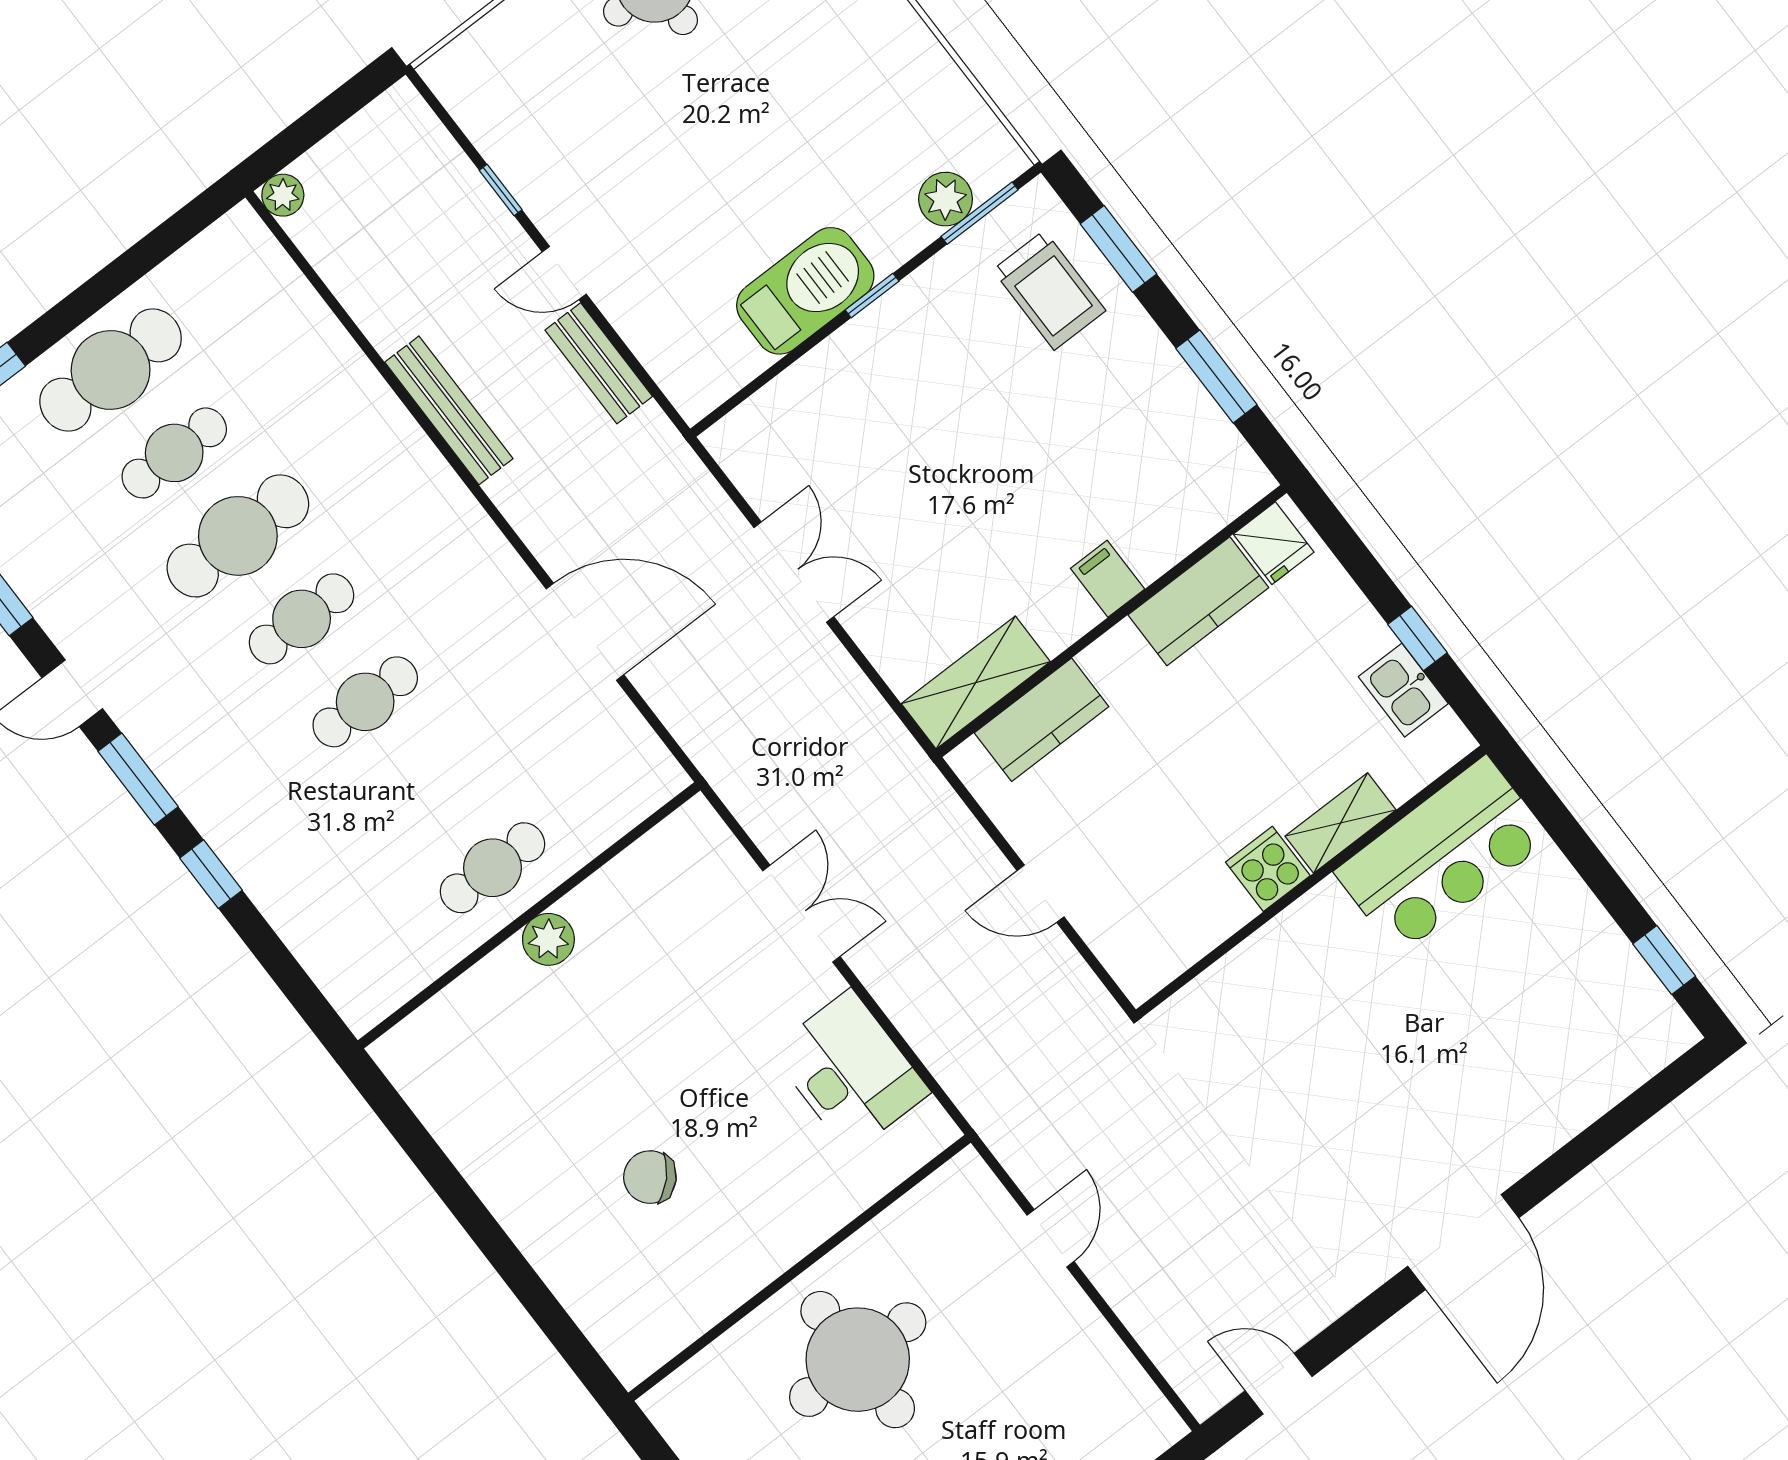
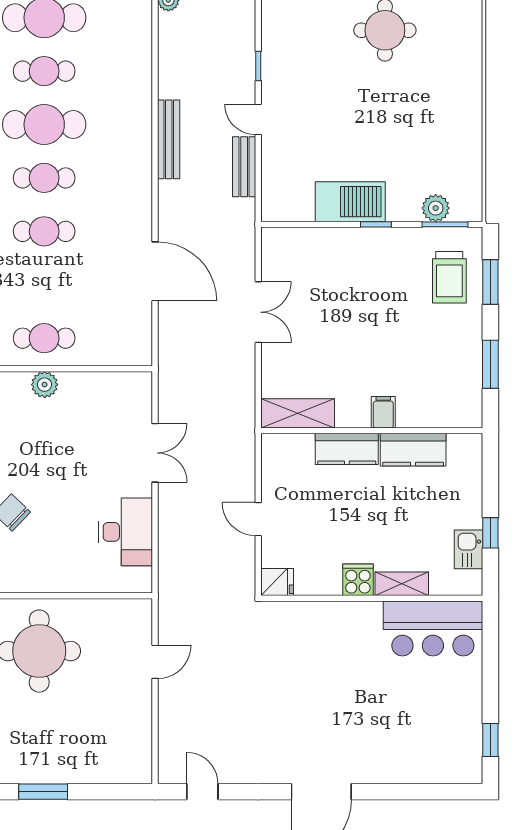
fridge: (1274, 543) -> (277, 582), moved, turned -90
kitchen counter: (1042, 720) -> (347, 449), moved

